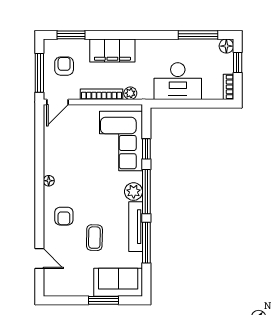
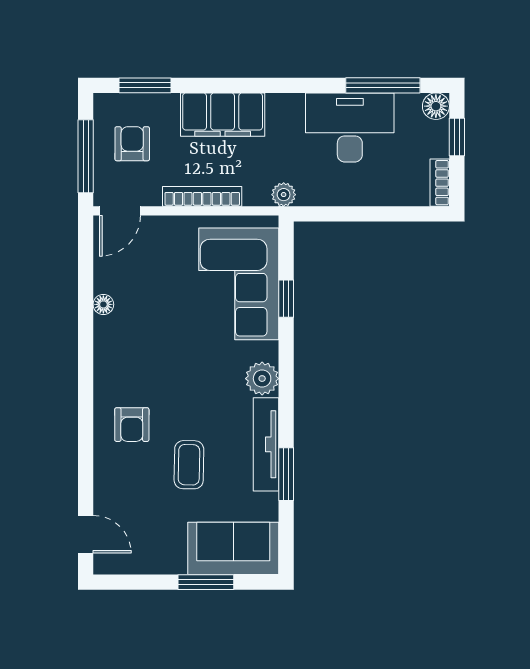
desk: (178, 81) -> (350, 127), moved, turned 180
plant: (130, 93) -> (284, 195), moved
floor lamp: (49, 181) -> (103, 304), moved
window: (146, 192) -> (286, 379), removed
window: (146, 243) -> (286, 474), width x0.69
door: (39, 259) -> (86, 534), moved

